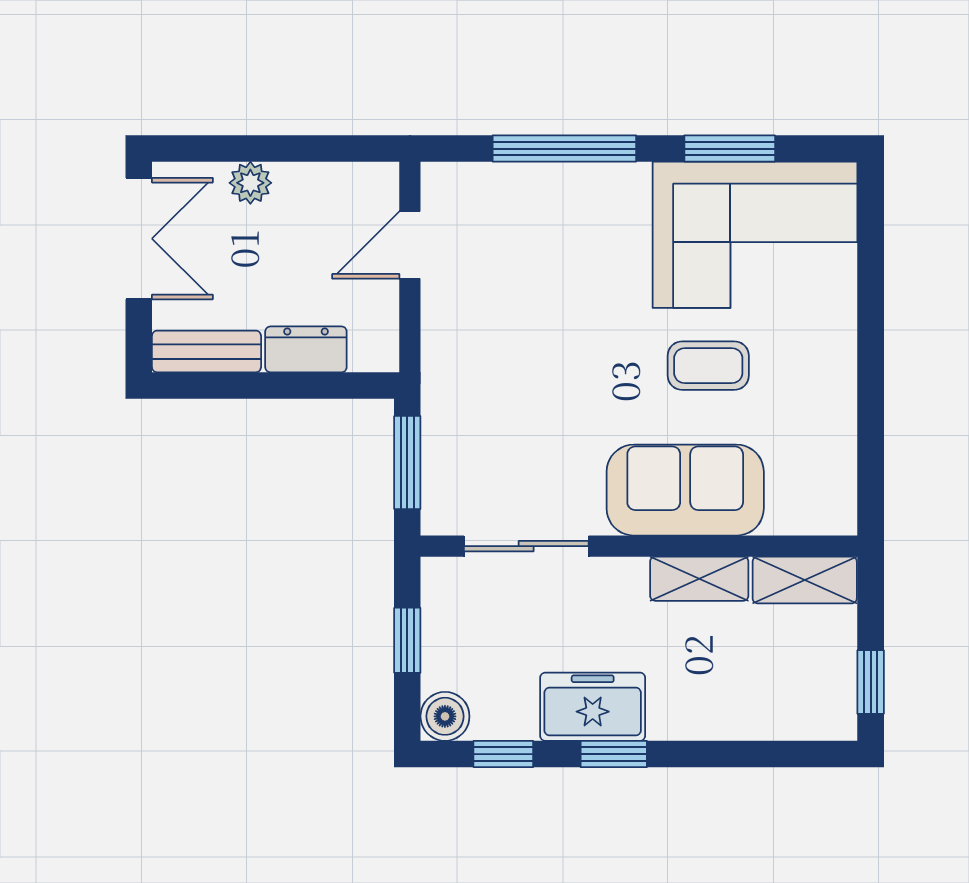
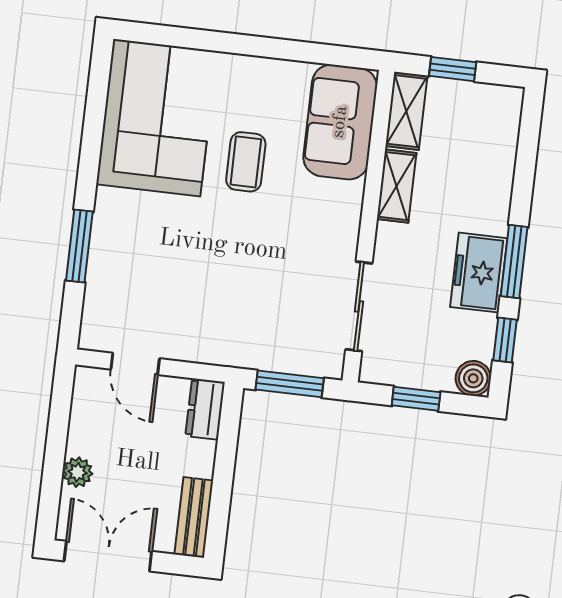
window: (564, 149) -> (79, 246), width x0.69
window: (730, 149) -> (93, 128), removed
dresser: (306, 349) -> (205, 409), moved
sofa: (685, 490) -> (340, 122), moved
window: (871, 682) -> (453, 69), moved
window: (614, 754) -> (514, 261), width x1.50

